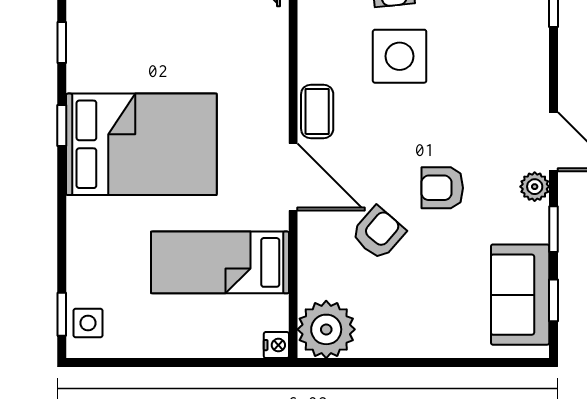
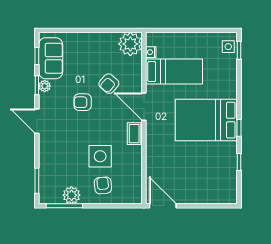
plant: (535, 187) -> (45, 86), moved
armchair: (442, 188) -> (83, 102), turned 180
nightstand: (276, 345) -> (151, 52), moved

